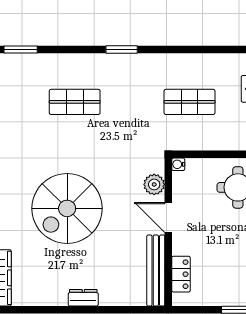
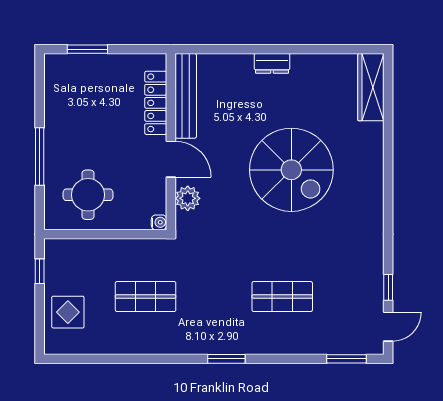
spiral stairs: (67, 208) -> (291, 170), turned 90
locker: (181, 274) -> (156, 103), width x1.53

